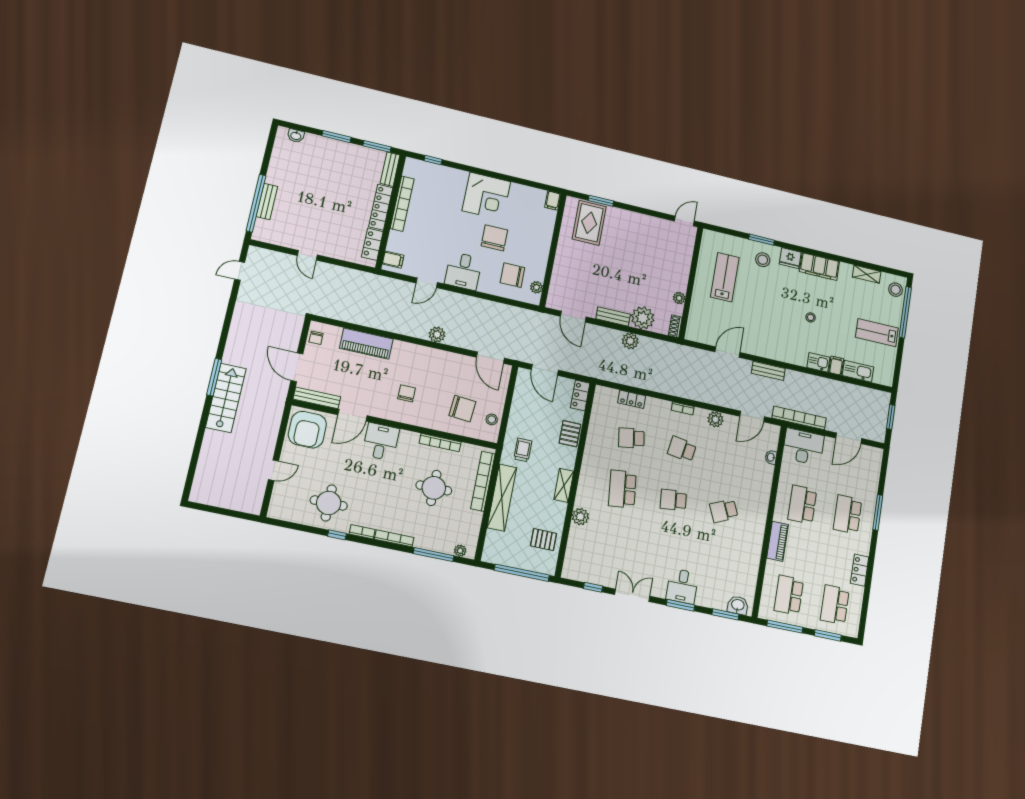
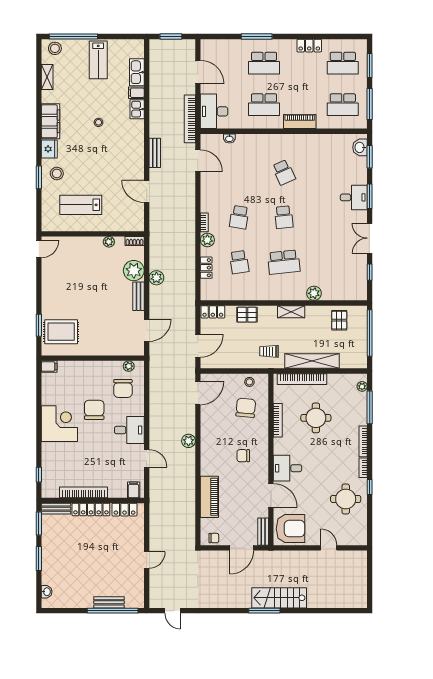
door: (684, 221) -> (39, 249), swing flipped
chair: (494, 238) -> (94, 410), turned 90
bench: (317, 398) -> (263, 532), width x0.73
plant: (715, 419) -> (207, 240), moved

